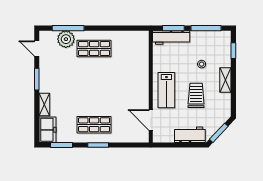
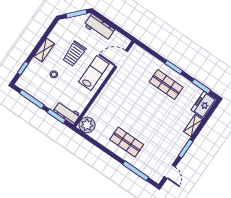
workbench: (171, 37) -> (67, 113), width x0.73
plant: (66, 39) -> (87, 125), moved
door: (151, 120) -> (121, 59), swing flipped

